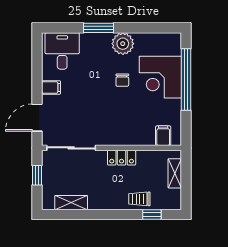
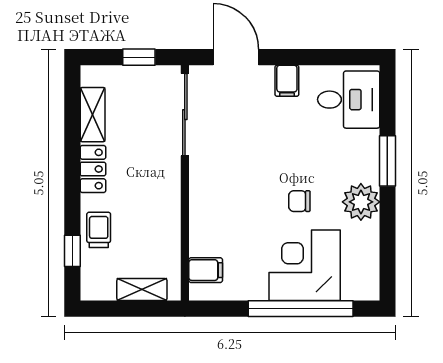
locker: (122, 158) -> (93, 169), moved, turned 180

